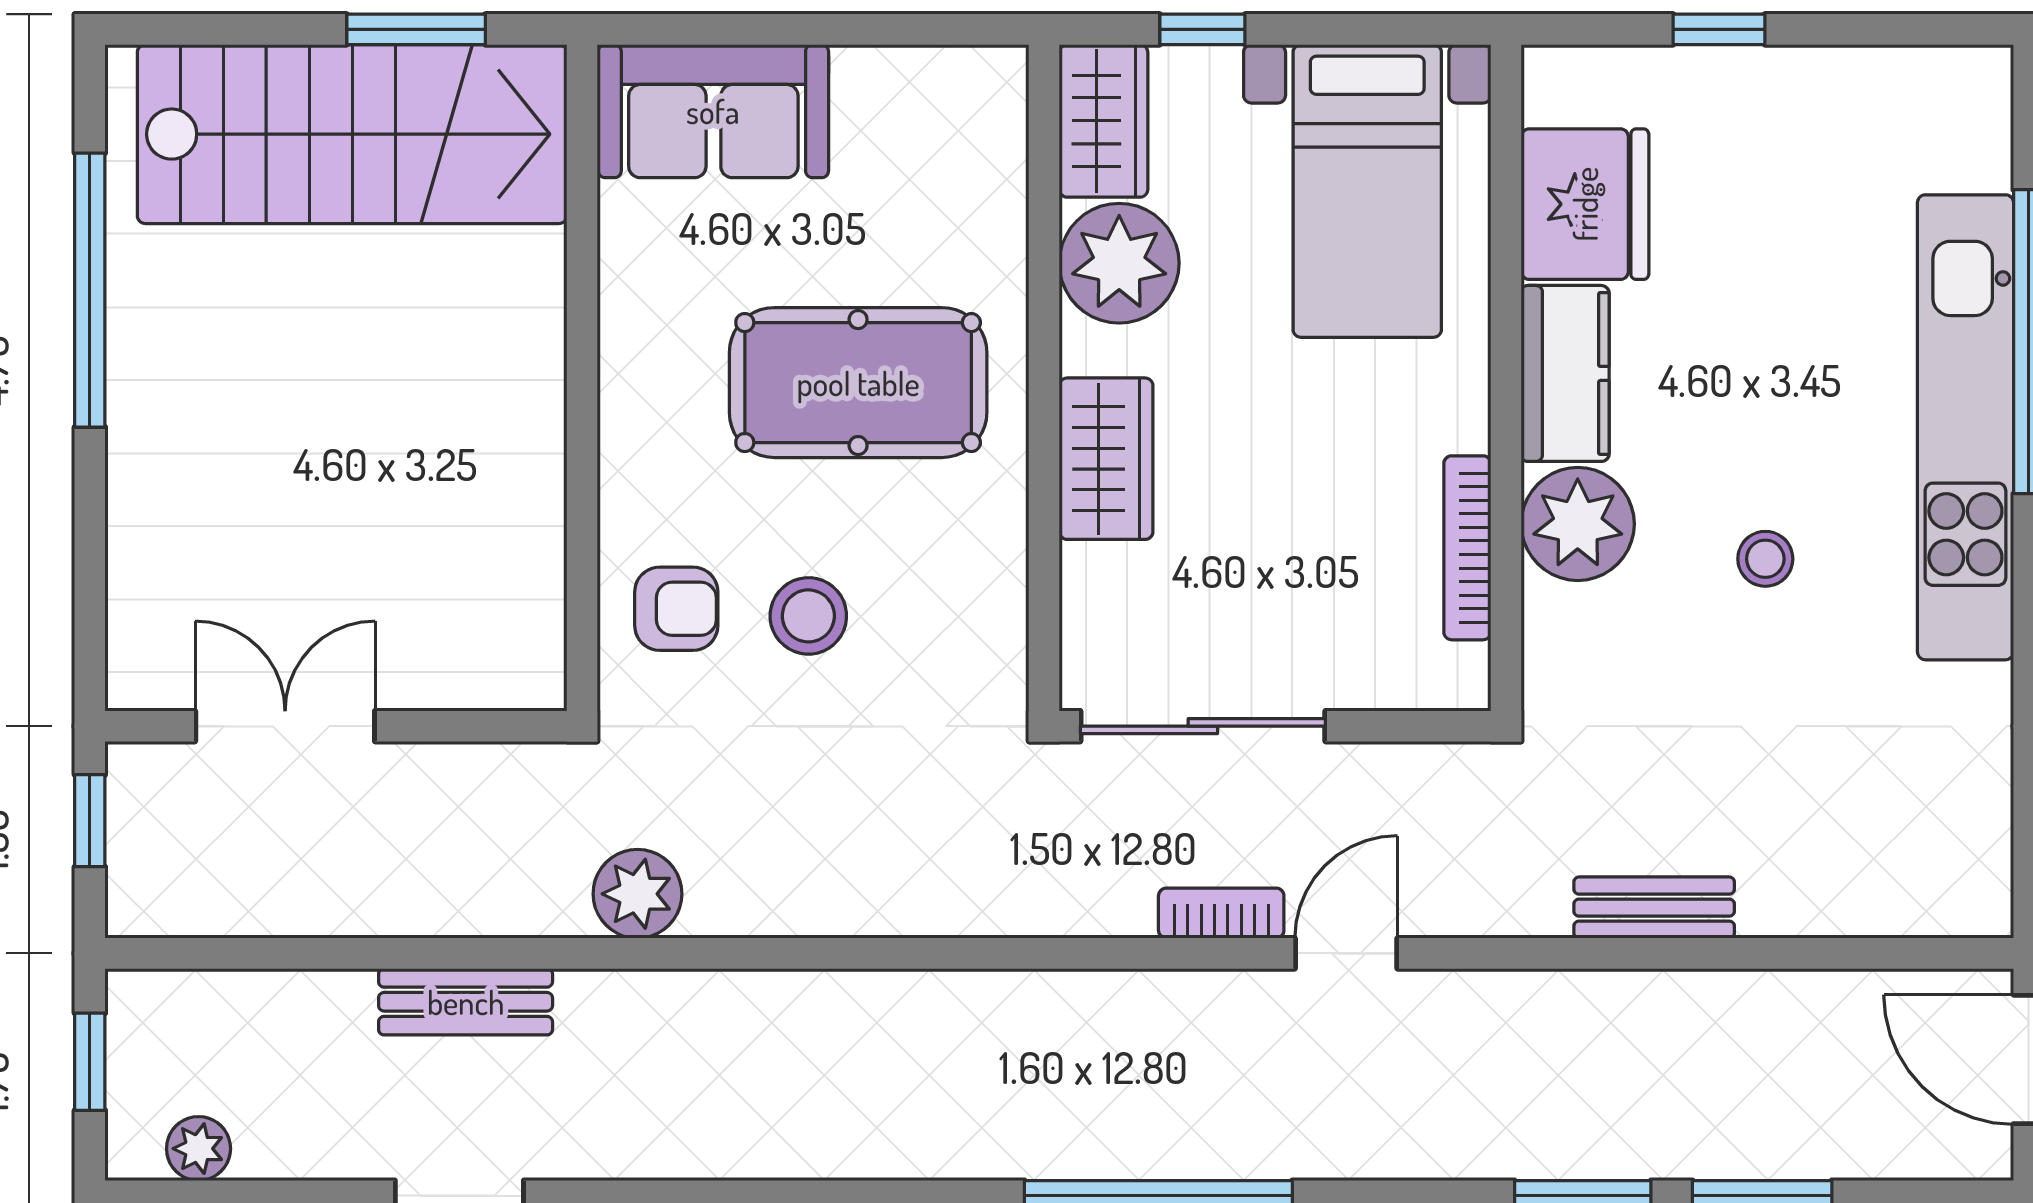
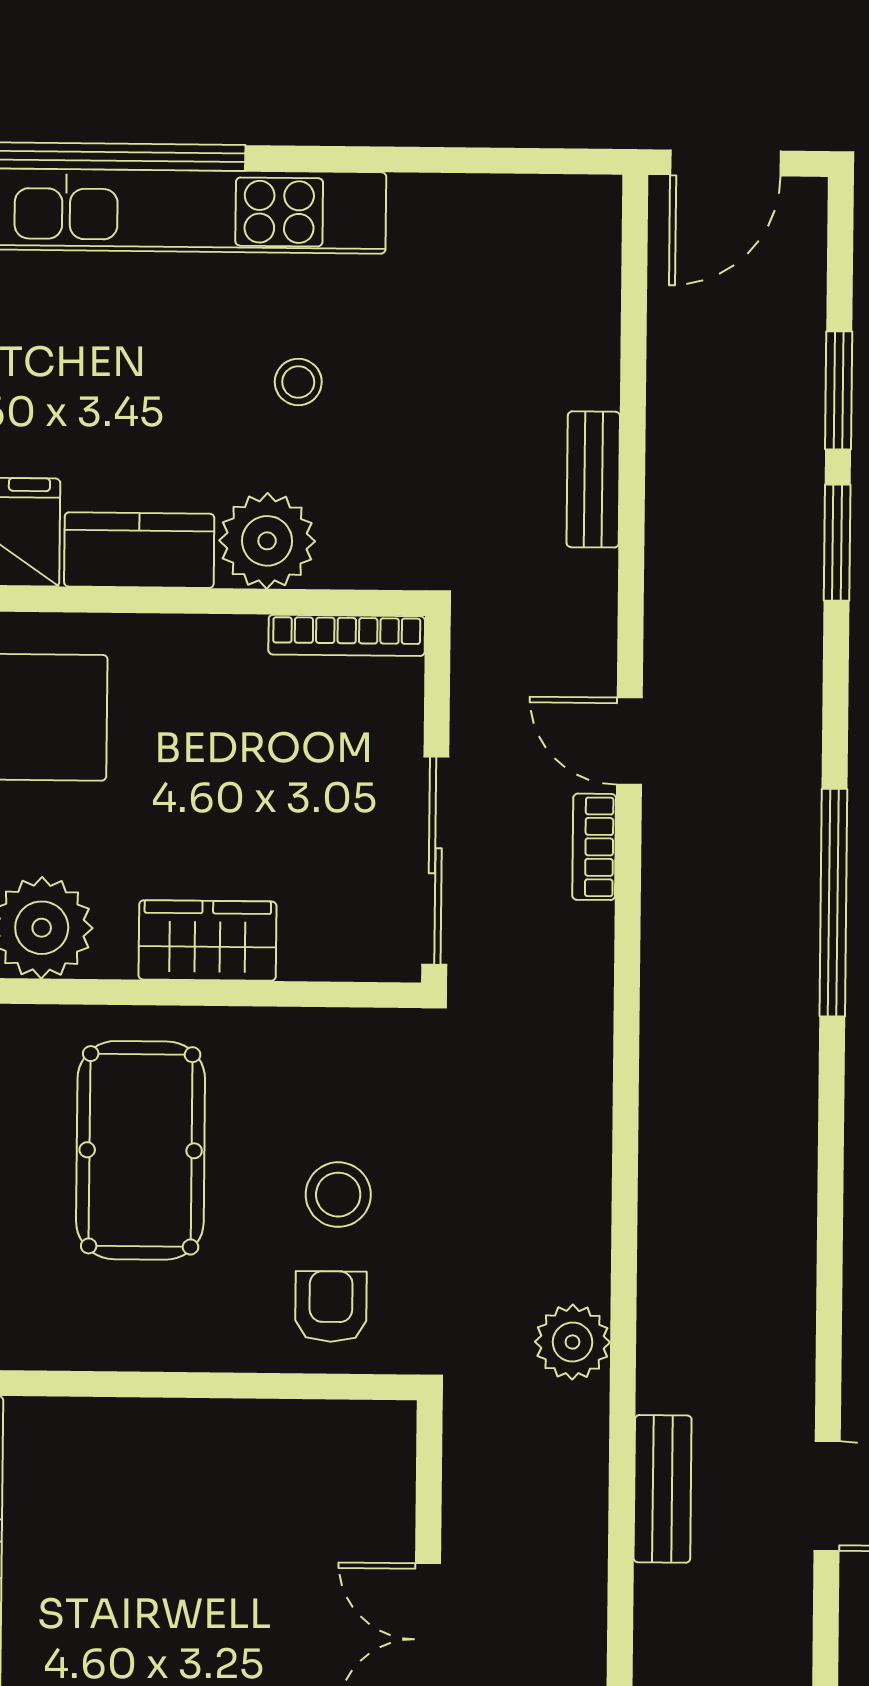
bookcase: (1467, 548) -> (347, 635), moved

